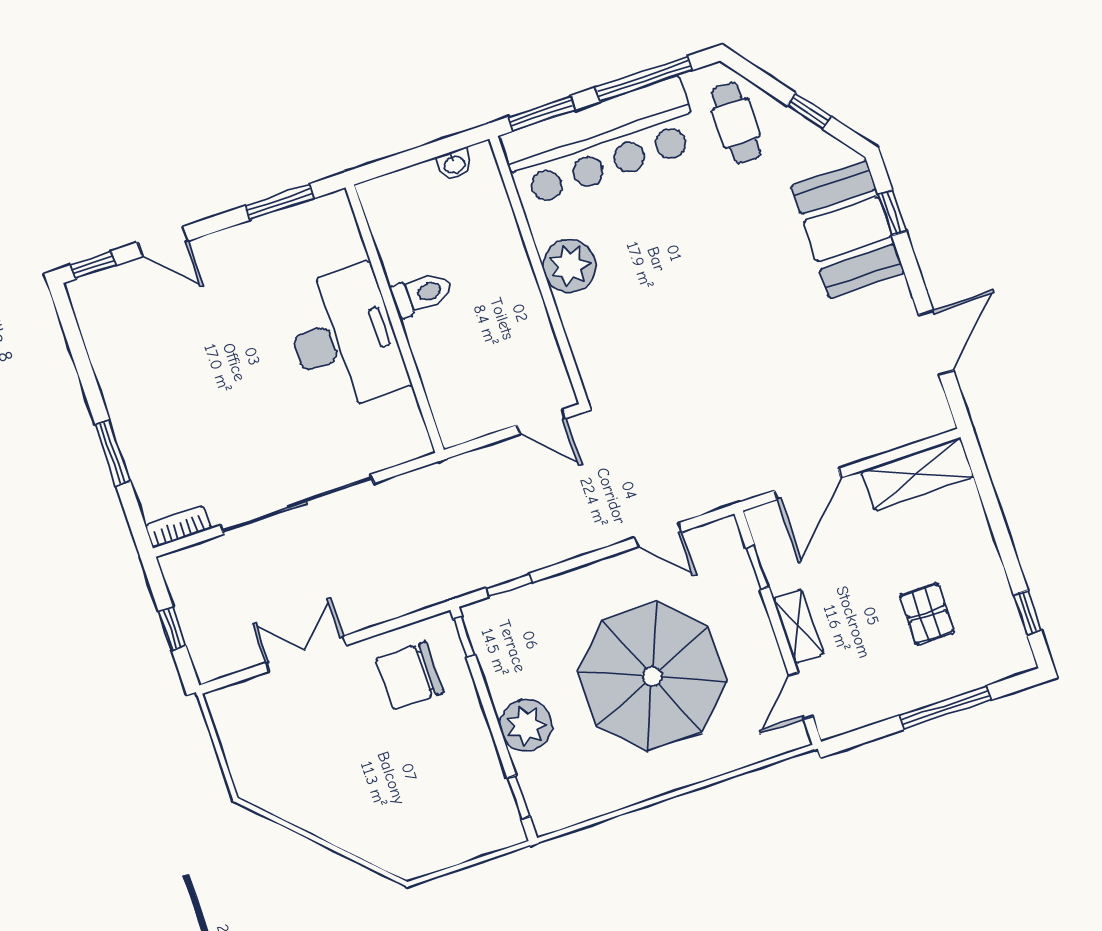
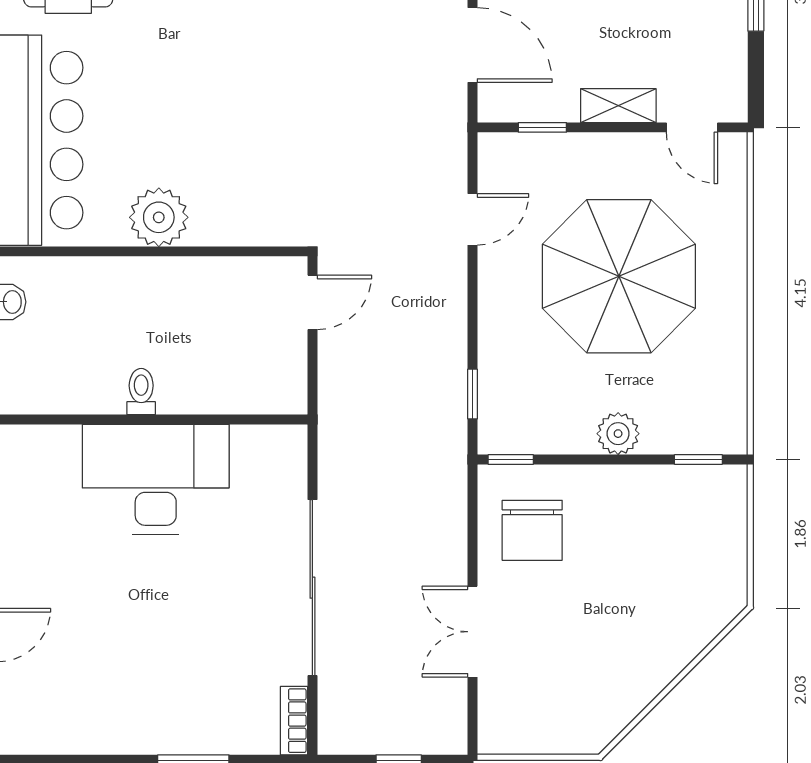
toilet: (421, 294) -> (141, 392), width x0.73, depth x0.72
plant: (526, 725) -> (618, 434), width x0.73, depth x0.73

